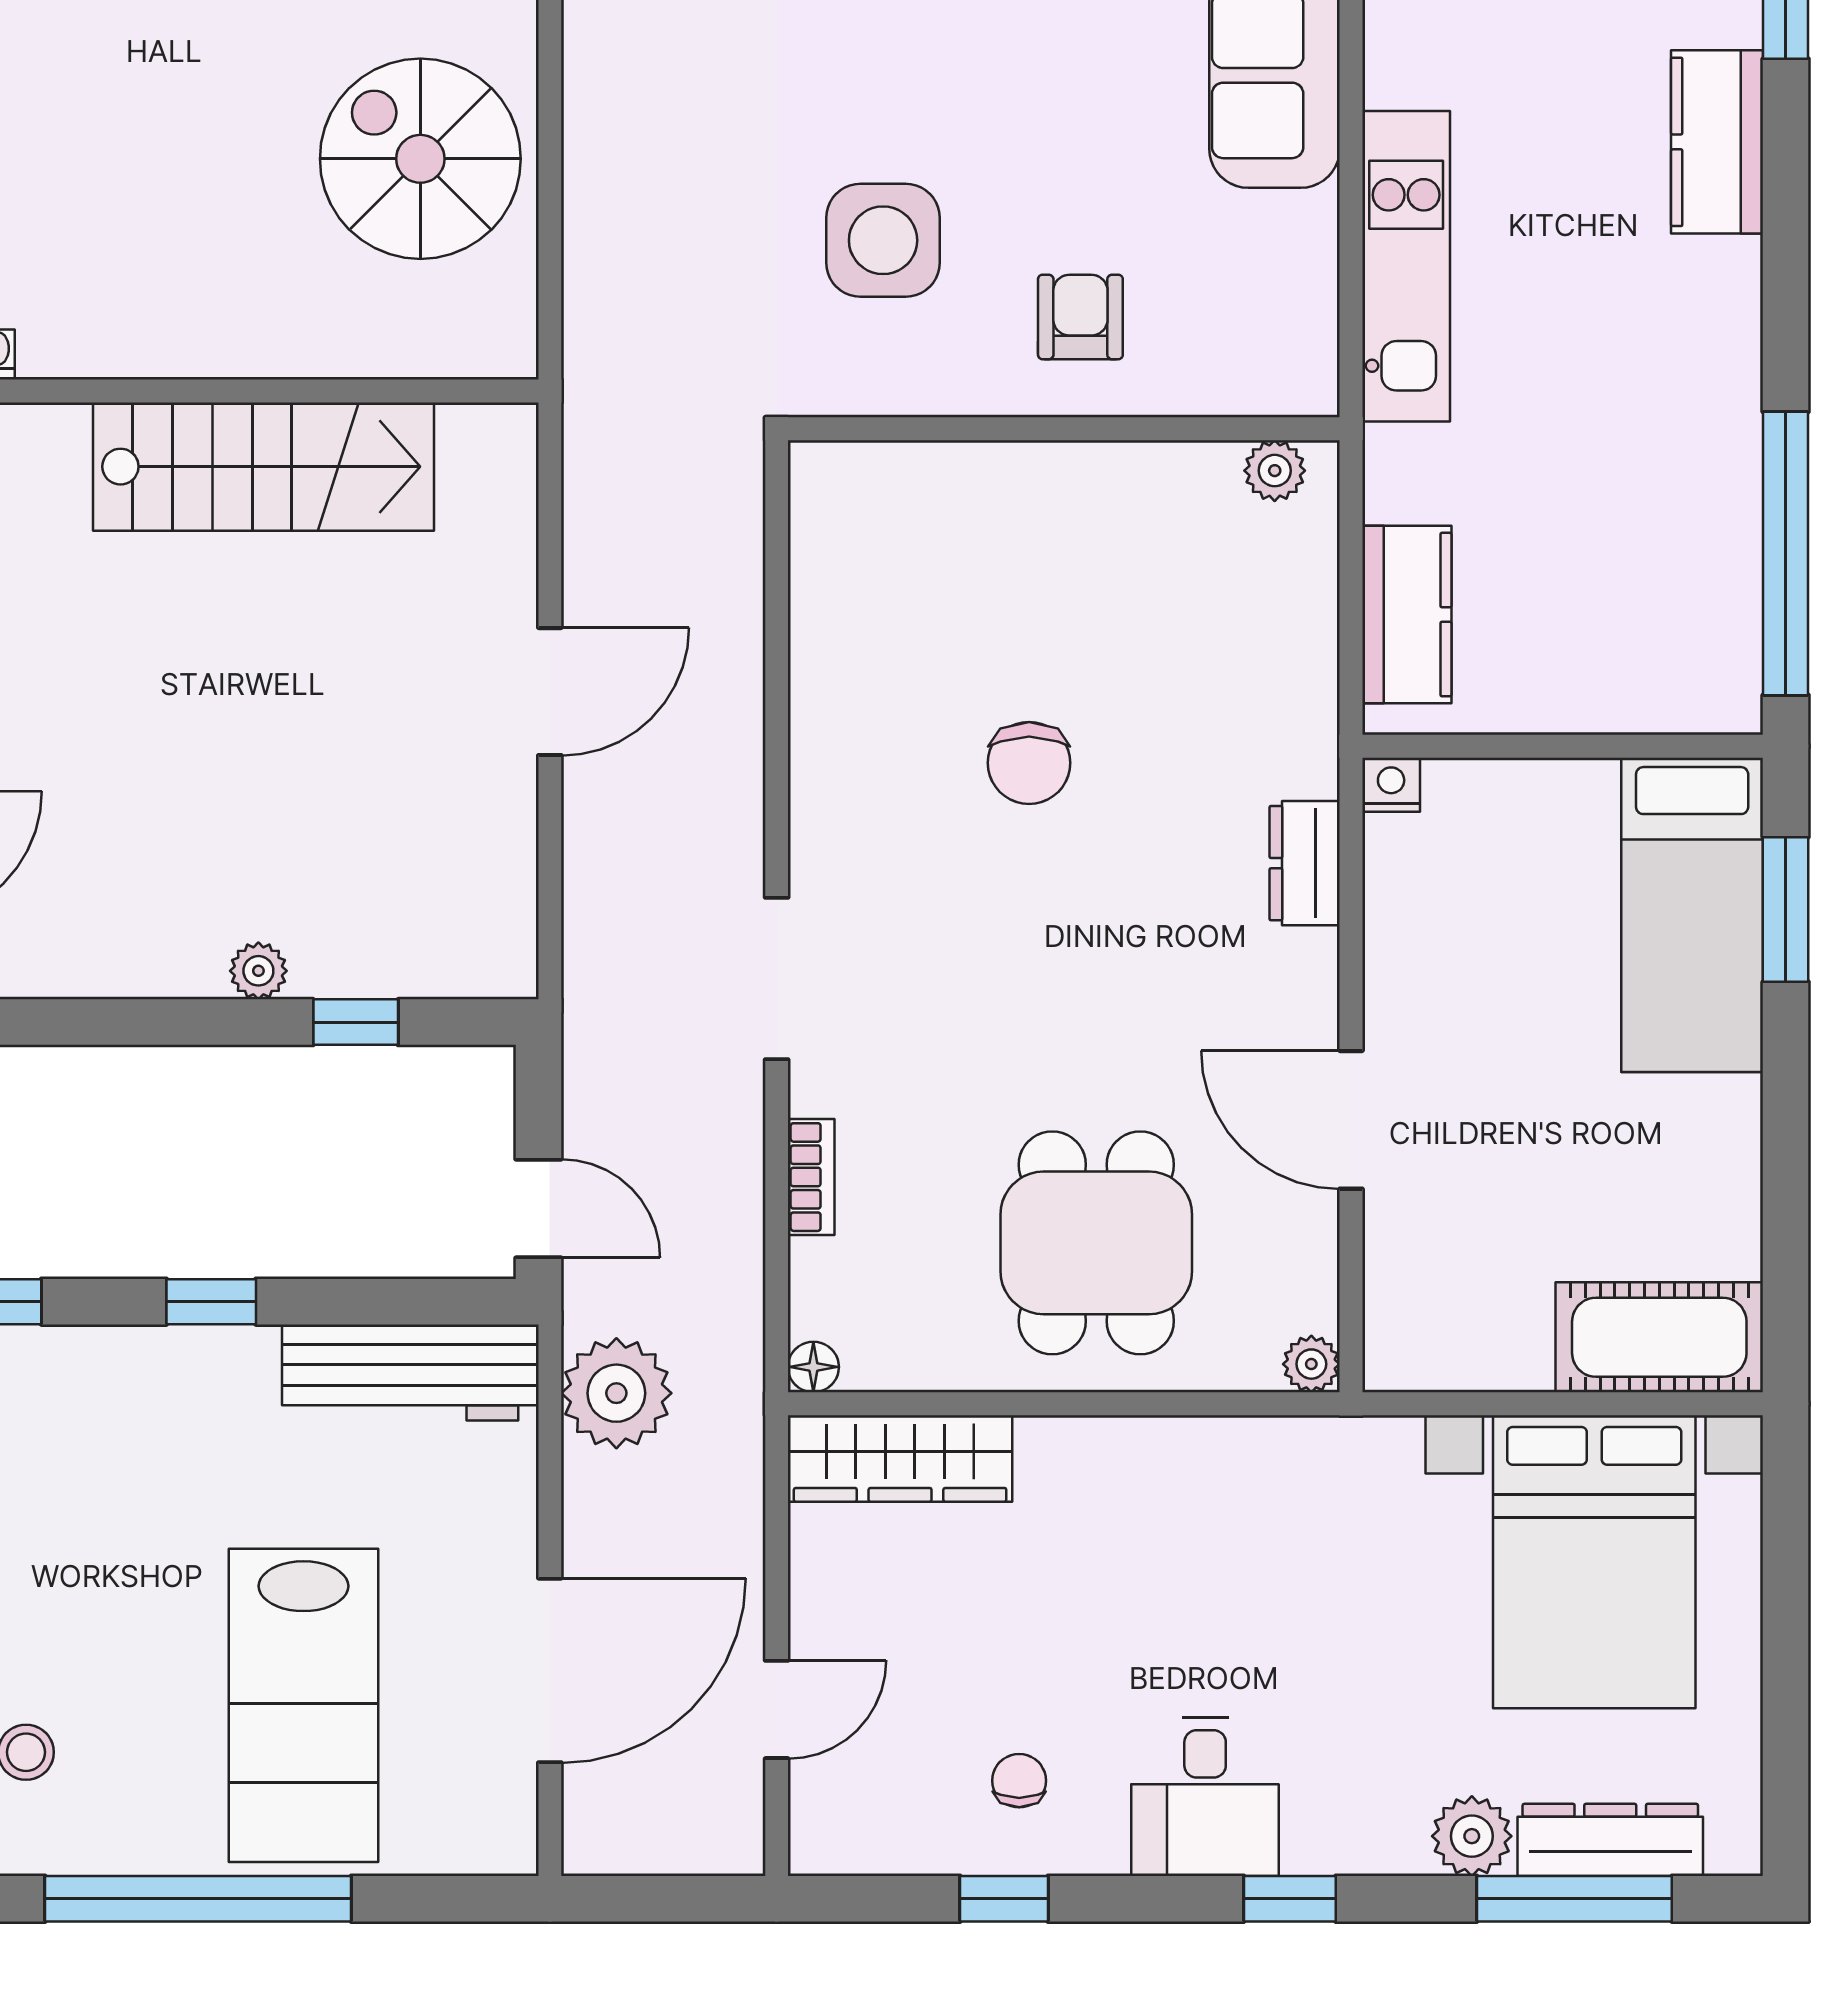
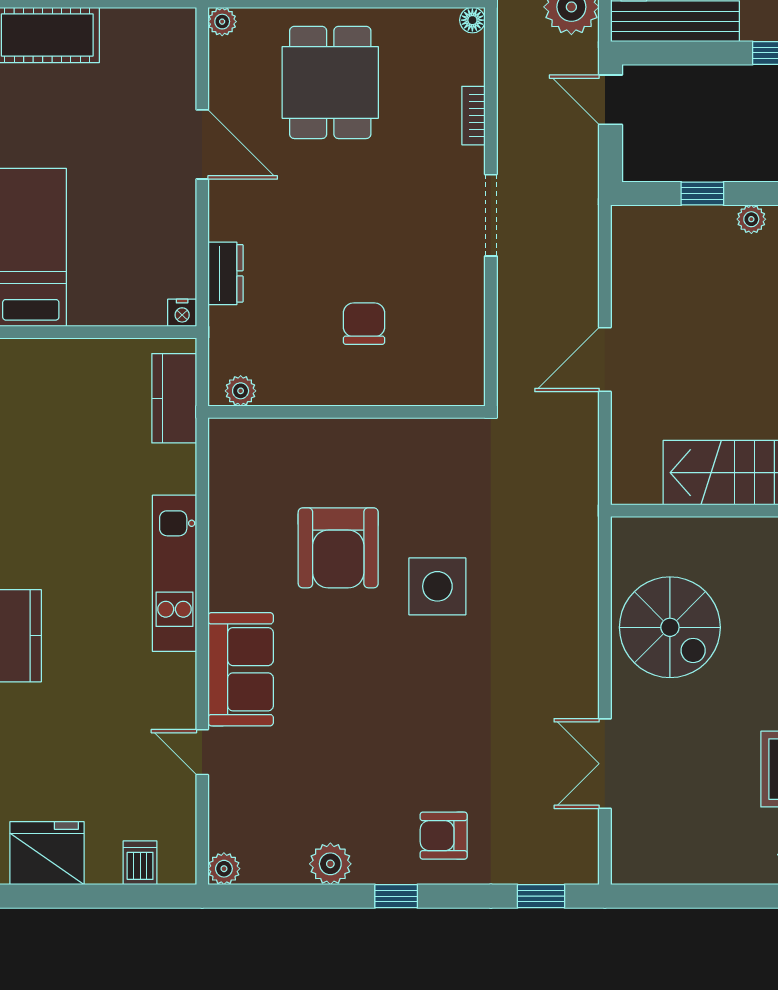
armchair: (1080, 317) -> (338, 548), width x1.88, depth x1.88
wall: (1064, 429) -> (347, 412), moved
plant: (1275, 471) -> (241, 391), moved

